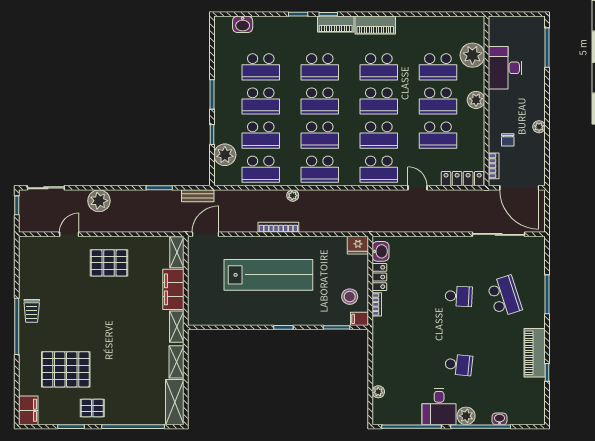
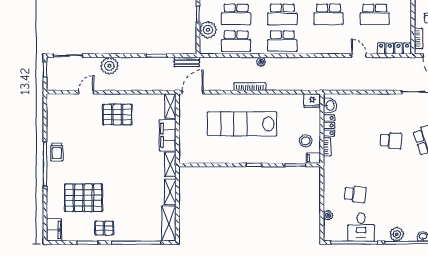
school desk: (379, 169) -> (329, 41), removed
lab bench: (268, 275) -> (242, 124), turned 180
school desk: (459, 365) -> (355, 194), moved
desk: (439, 407) -> (361, 227), moved

